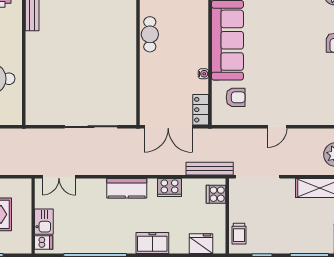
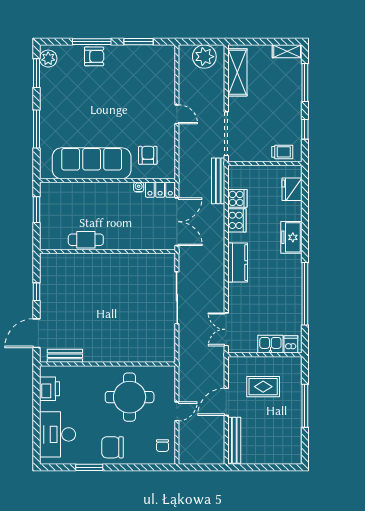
water cooler: (203, 74) -> (139, 187), moved
double door: (59, 177) -> (226, 329), swing flipped
cooker: (216, 194) -> (237, 198), moved, turned -90

